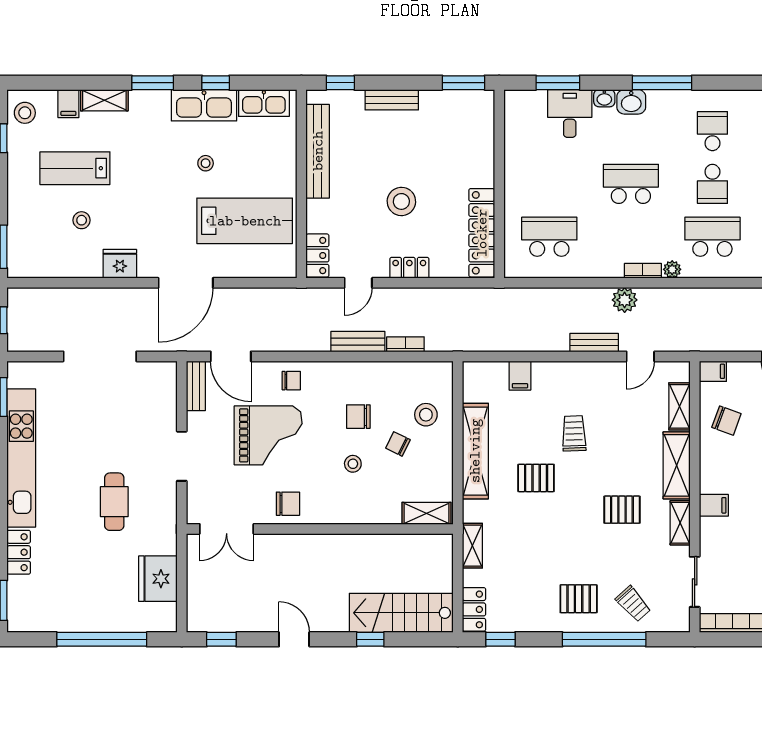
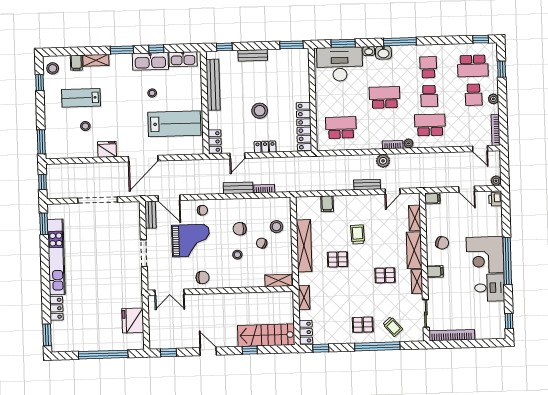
desk: (570, 113) -> (340, 64), width x1.87, depth x1.30
chair: (726, 421) -> (442, 243), moved
cafe table: (114, 502) -> (108, 279), removed

